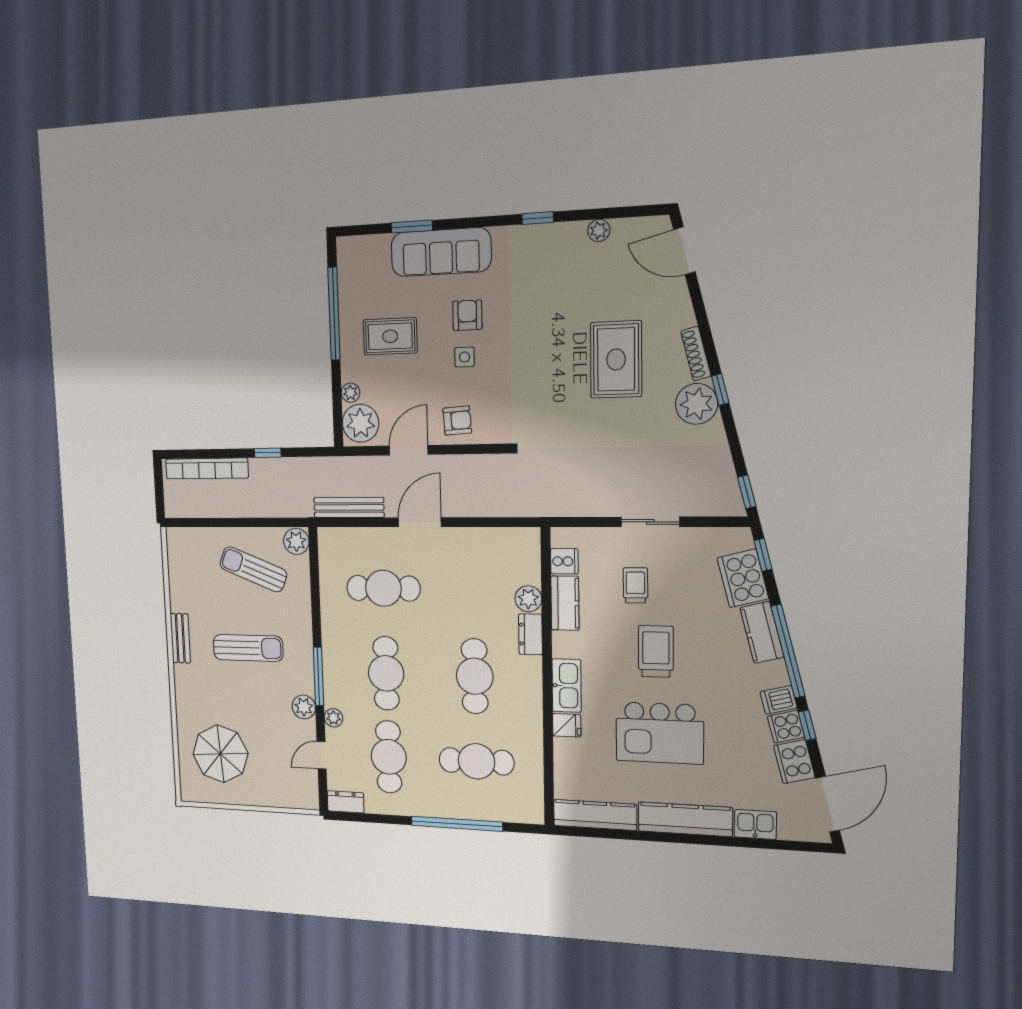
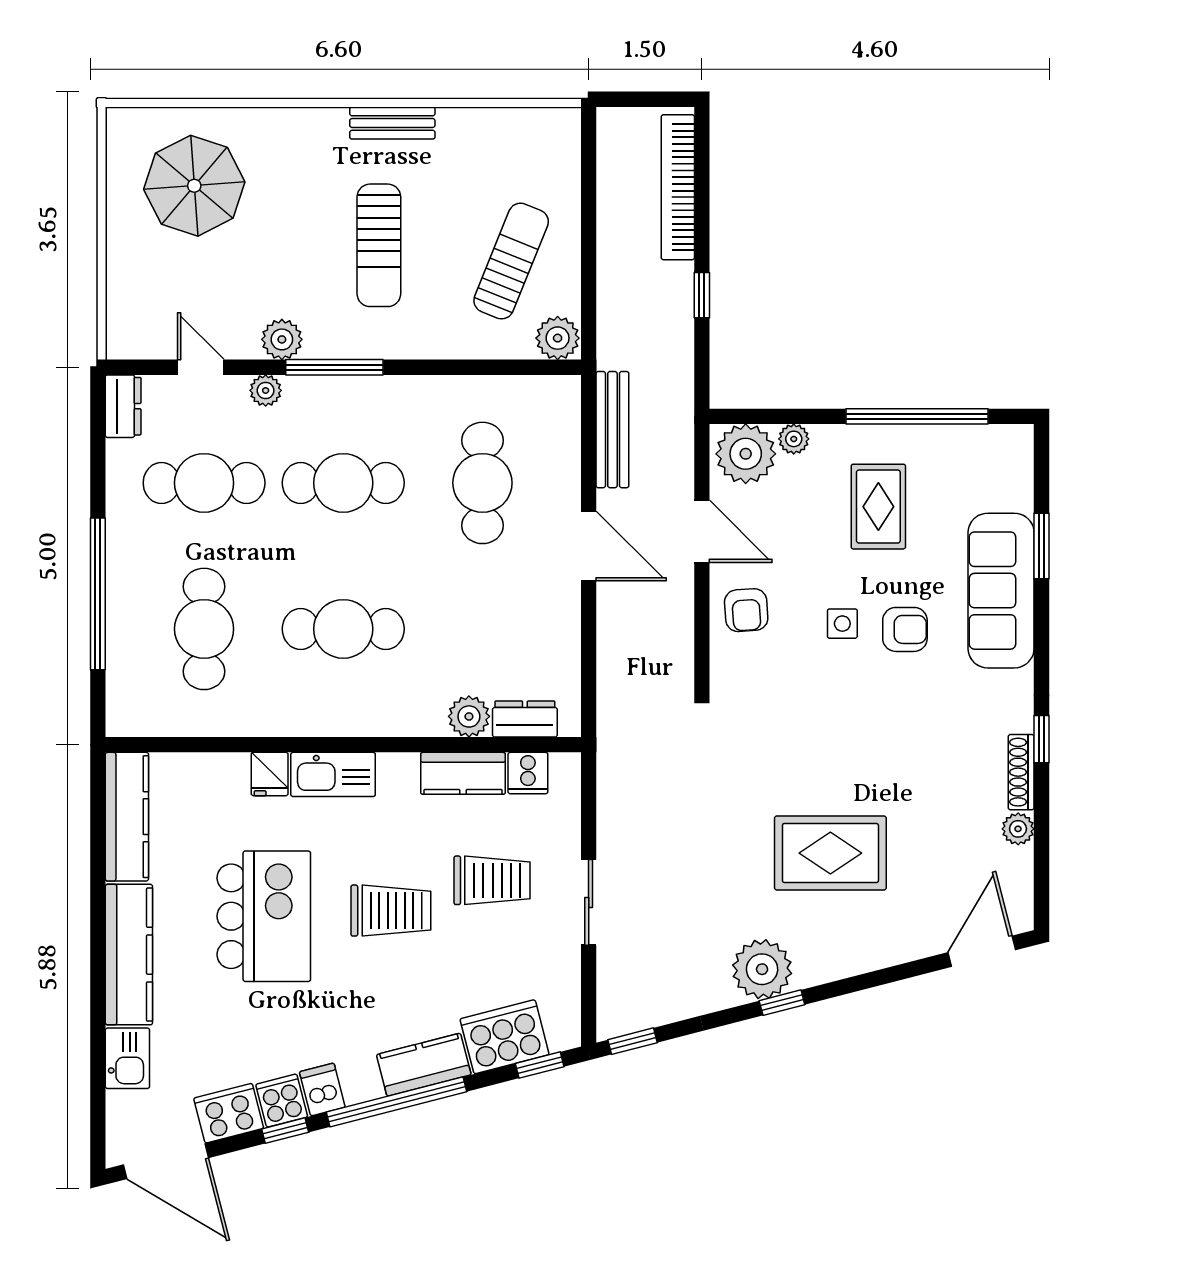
shoe rack: (696, 354) -> (1021, 772), moved, turned -76
trolley: (635, 585) -> (492, 880), width x1.36, depth x1.39
dresser: (530, 634) -> (525, 719), moved
kitchen island: (660, 733) -> (264, 916), turned 180

